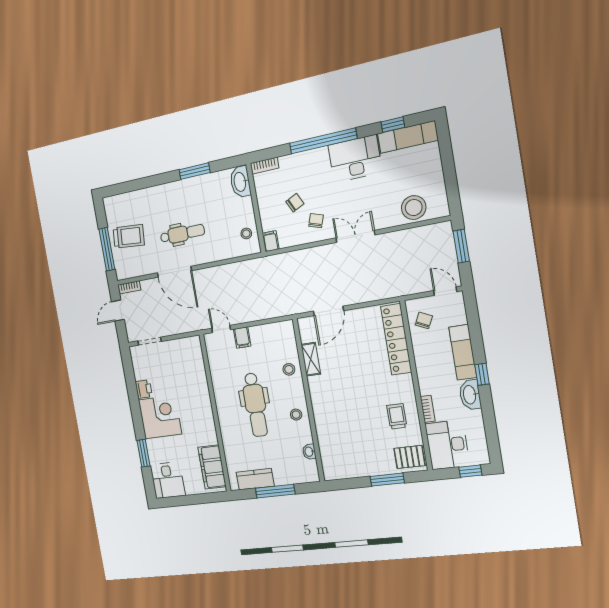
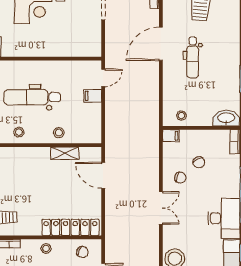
stool: (427, 364) -> (46, 248), added

